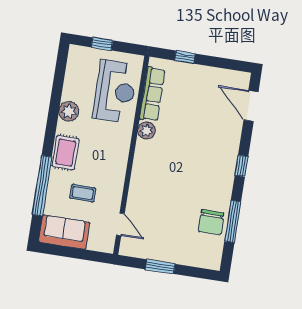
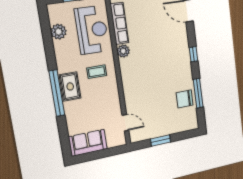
plant: (69, 111) -> (59, 32), moved
window: (42, 186) -> (57, 93), moved
coffee table: (83, 193) -> (97, 72), moved
chair: (211, 222) -> (185, 99), turned 90

